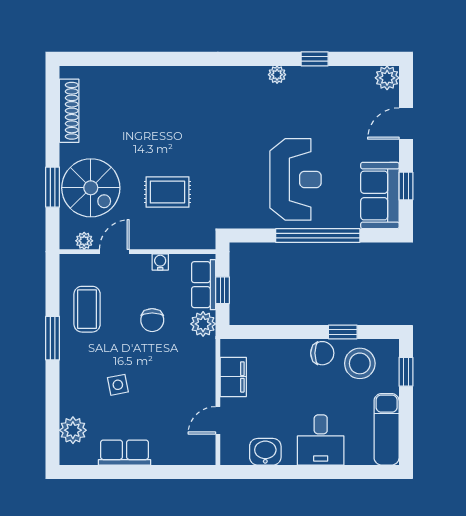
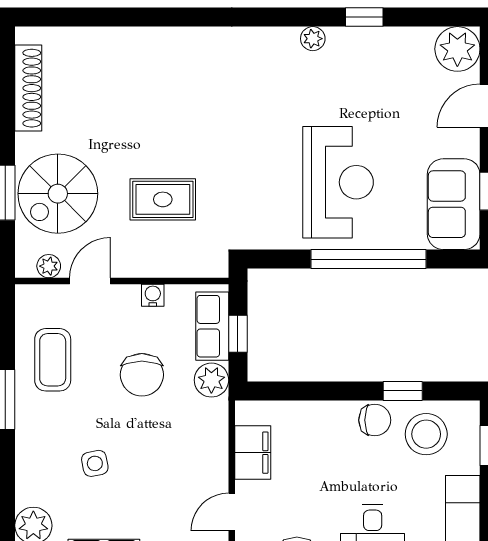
plant: (387, 78) -> (457, 49), width x1.36, depth x1.36
spiral stairs: (91, 188) -> (58, 194), turned 90
chair: (152, 320) -> (142, 375), width x1.37, depth x1.37

